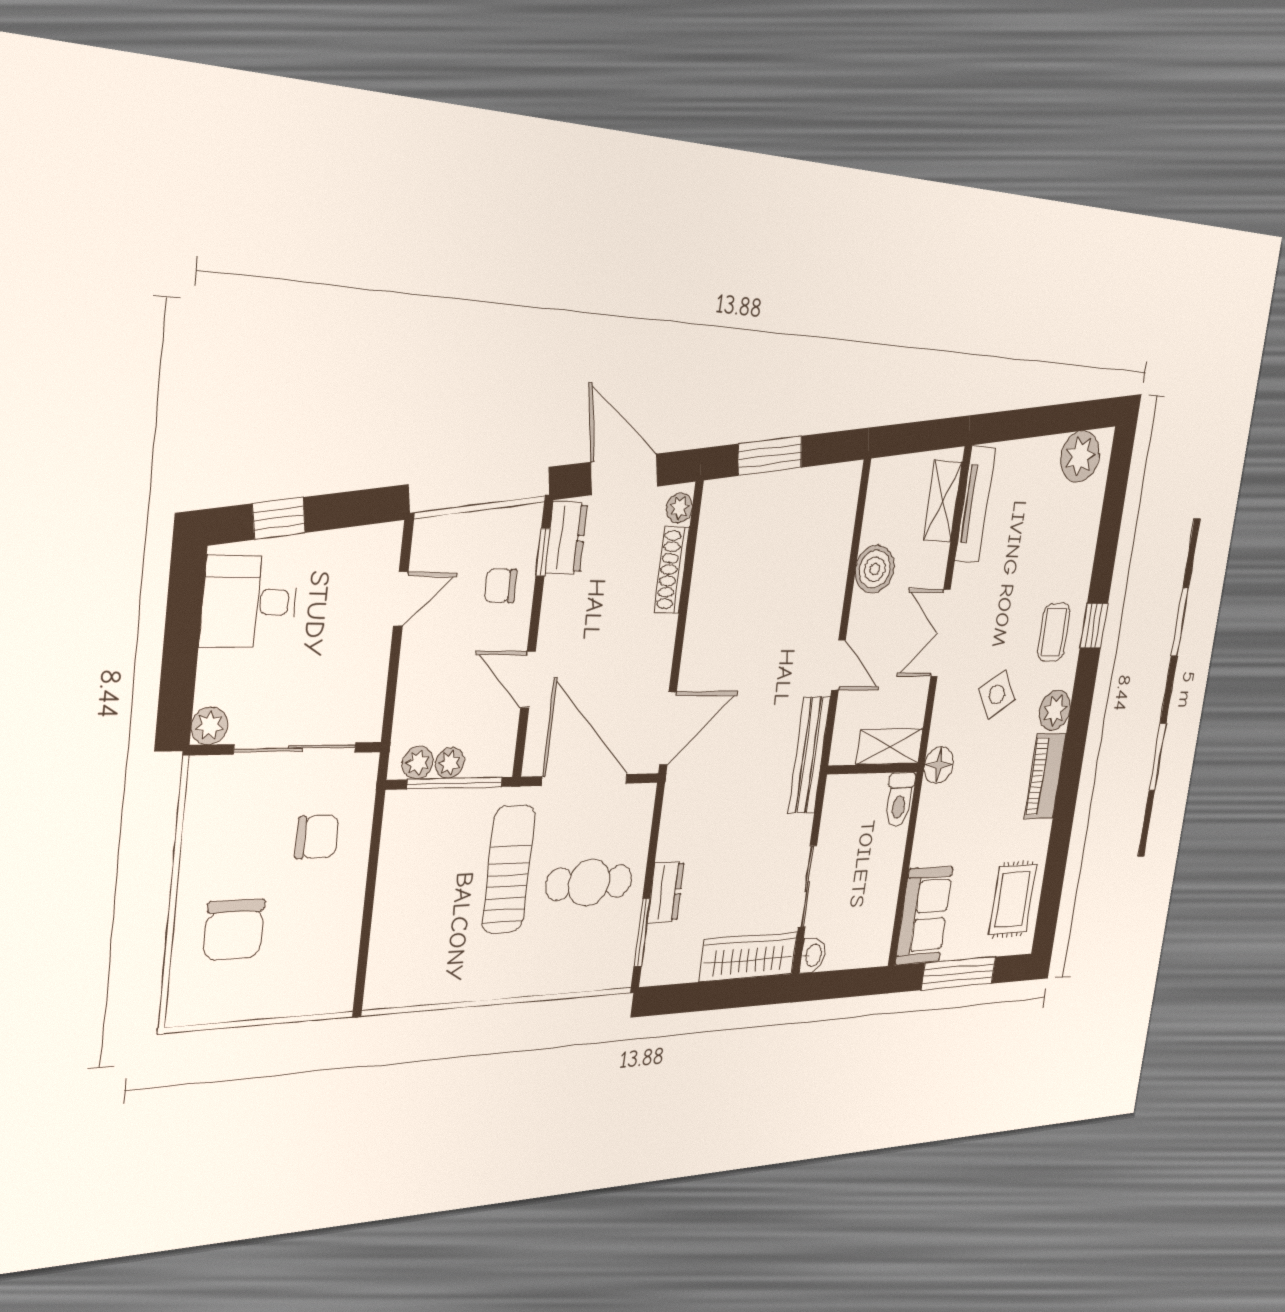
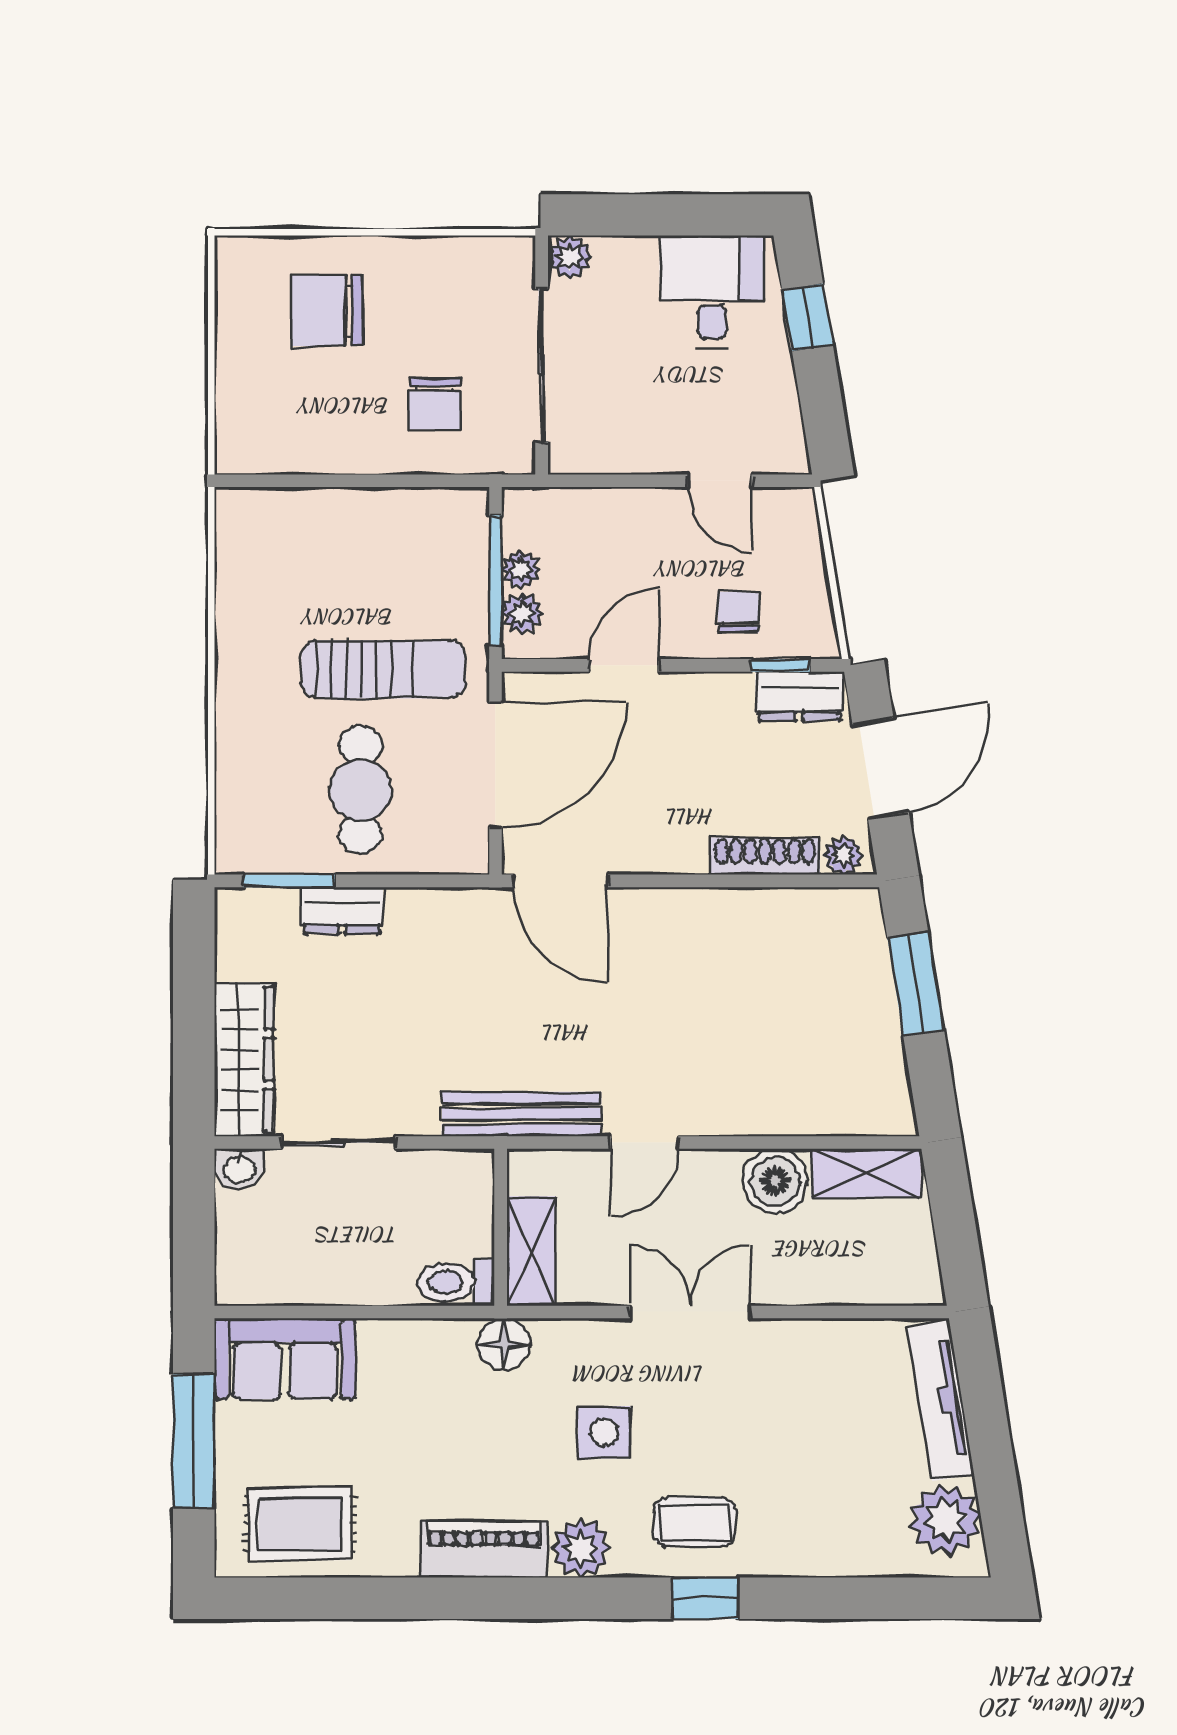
shelving: (943, 501) -> (866, 1173), moved
tv unit: (975, 504) -> (941, 1400), moved, turned 81
side table: (997, 694) -> (604, 1432), turned 33
plant: (418, 763) -> (522, 613), moved

